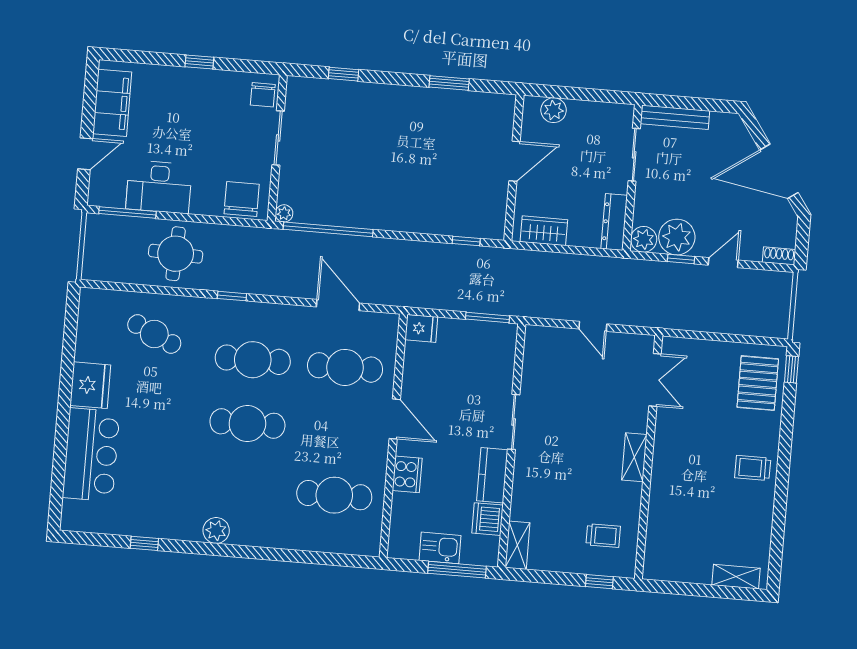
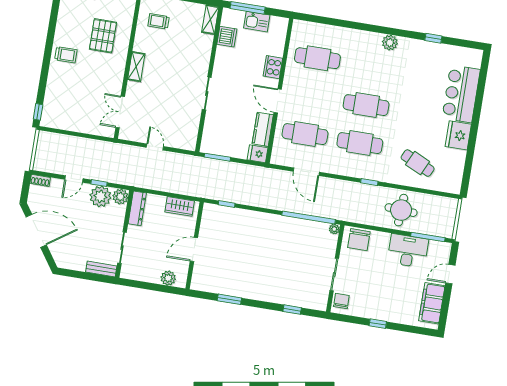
bench: (675, 117) -> (101, 269), width x0.73
pallet: (758, 383) -> (103, 36), moved
kitchen counter: (492, 475) -> (263, 129), moved, turned 180

